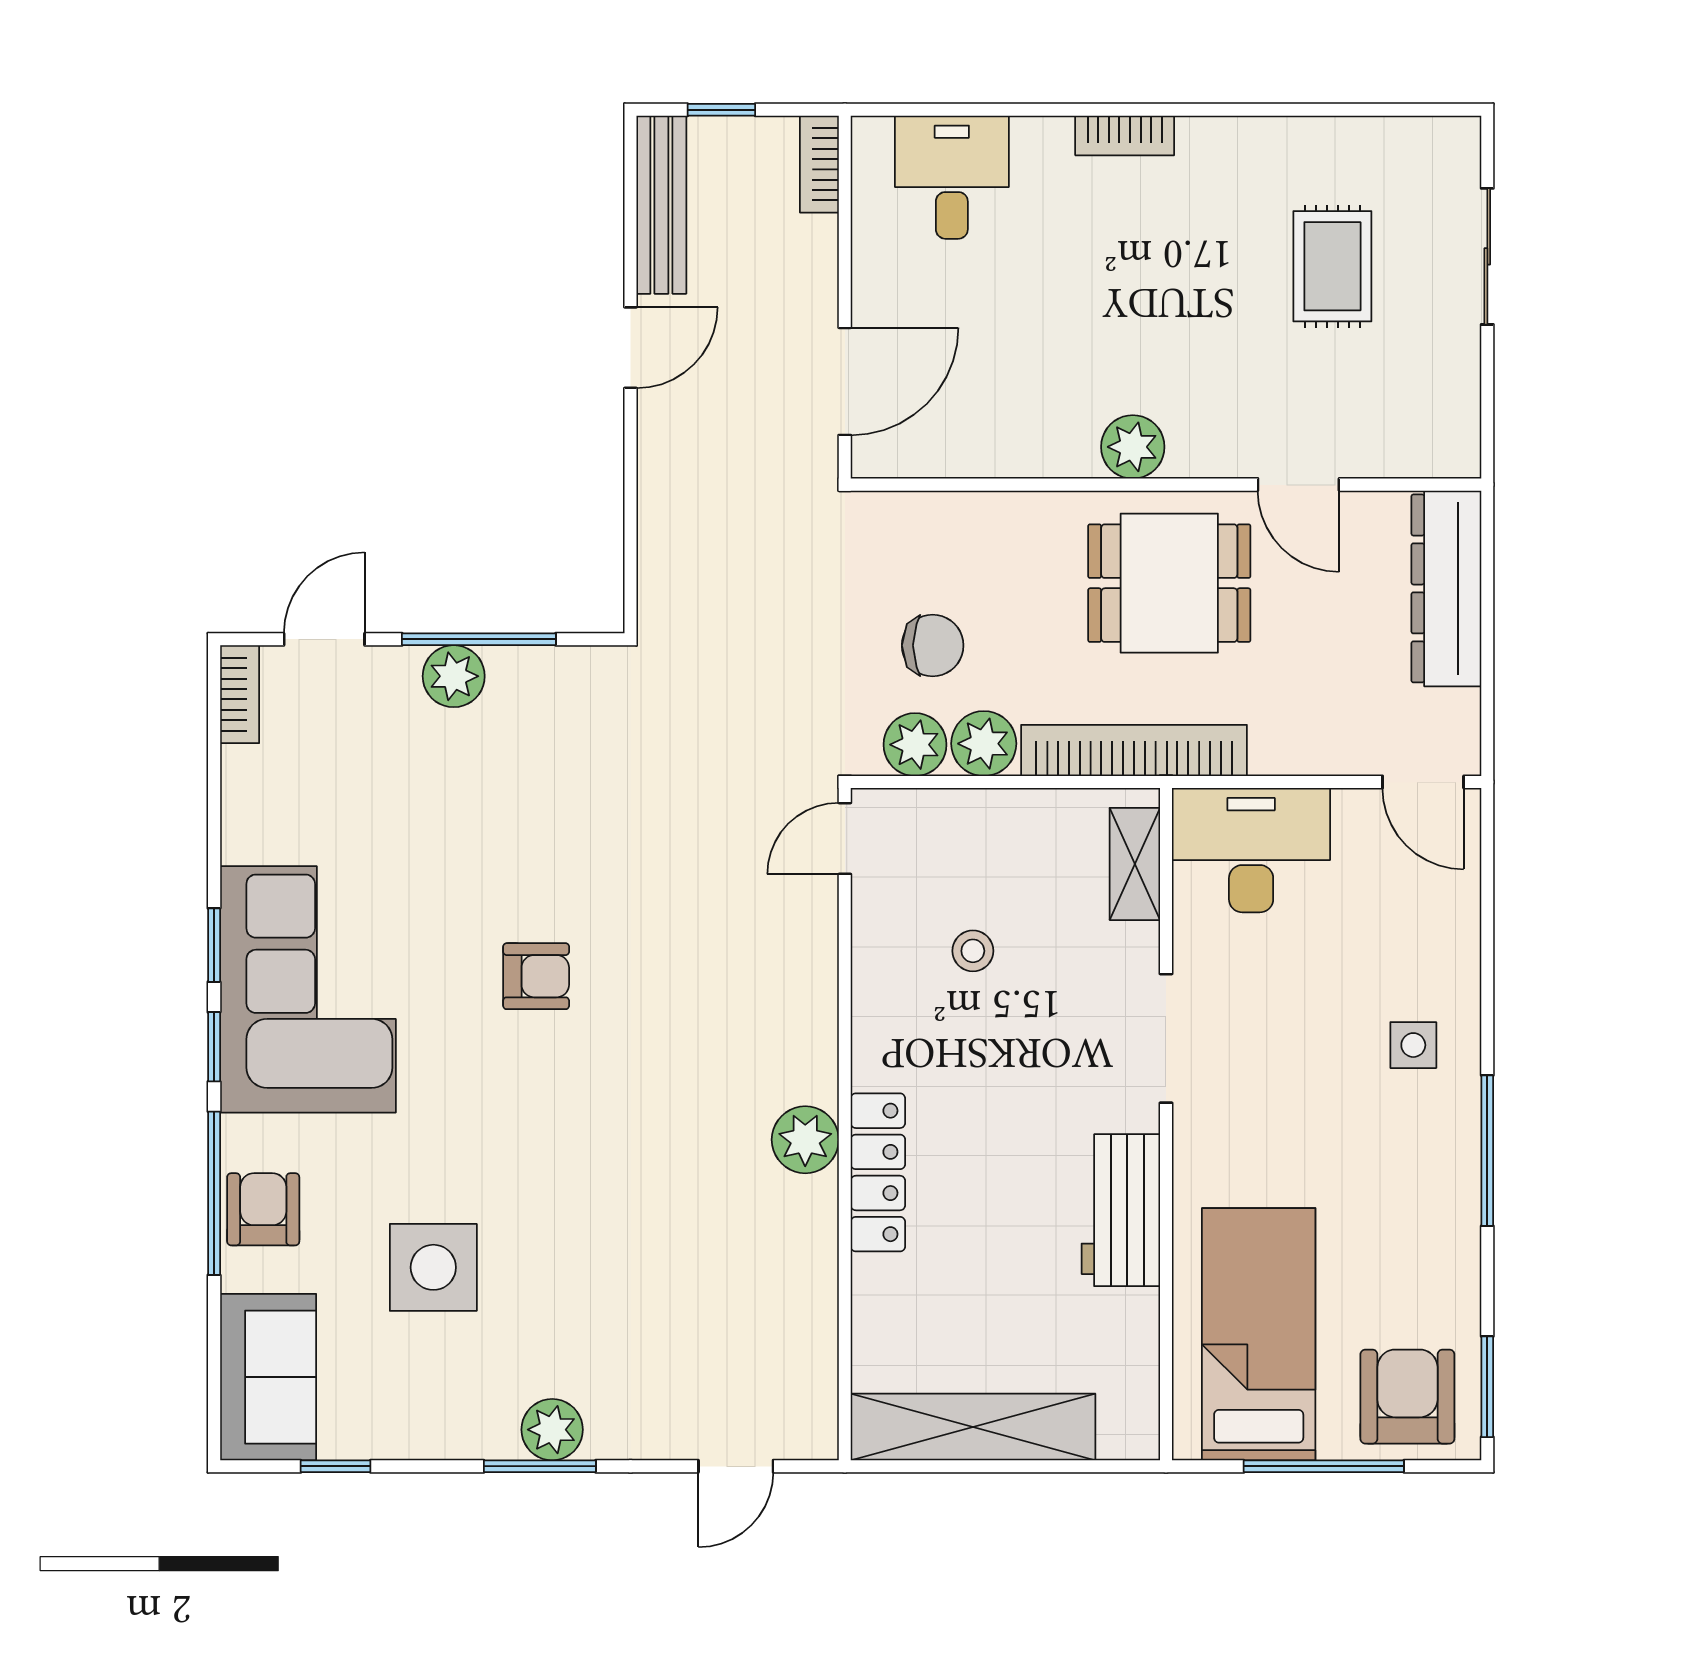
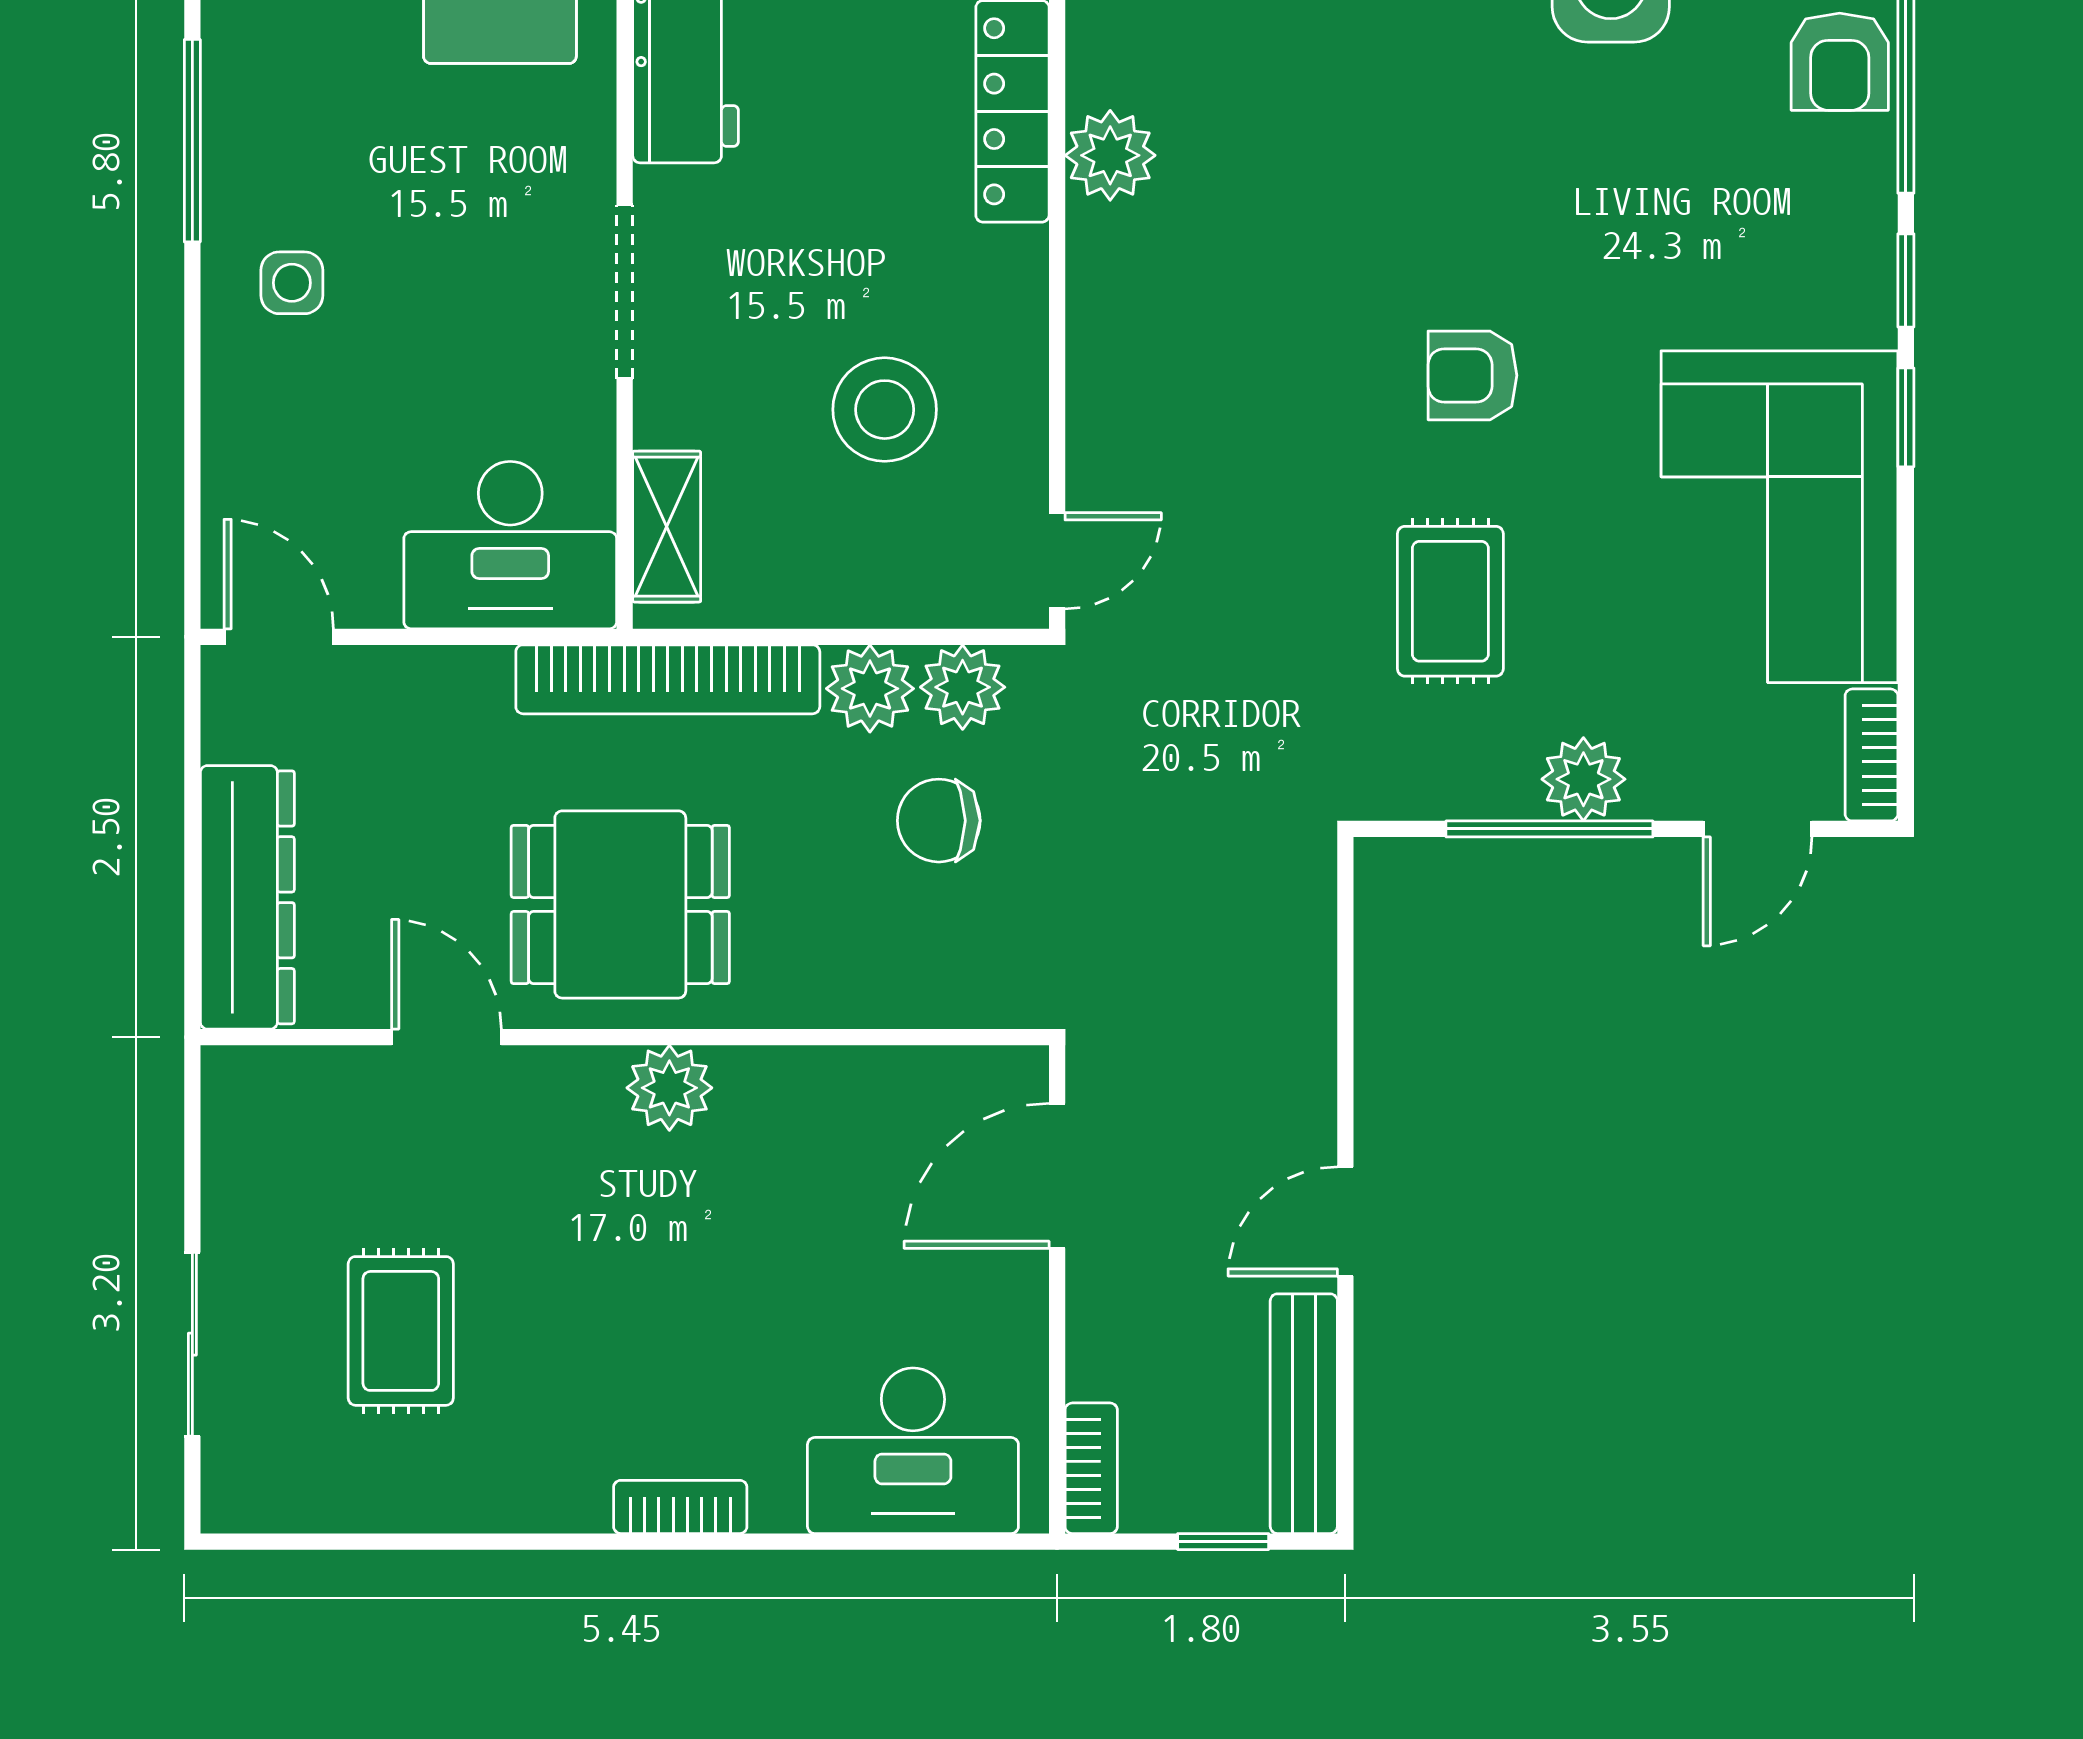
desk: (952, 177) -> (913, 1451), width x1.37
rug: (553, 808) -> (1450, 601), added
stool: (973, 951) -> (885, 410), width x1.89, depth x1.89
corner sofa: (308, 989) -> (1779, 517), moved

